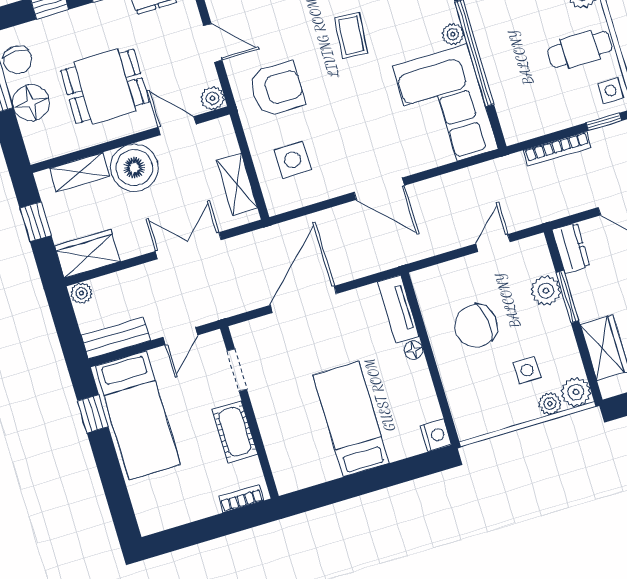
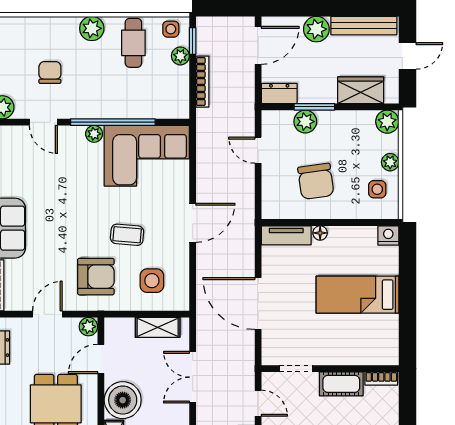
coffee table: (351, 35) -> (127, 235), moved
armchair: (277, 89) -> (96, 277), turned 90
plant: (581, 112) -> (180, 56), added
side table: (527, 370) -> (377, 189), moved
plant: (550, 404) -> (390, 162), moved
bookcase: (241, 499) -> (381, 378), moved, turned -90

